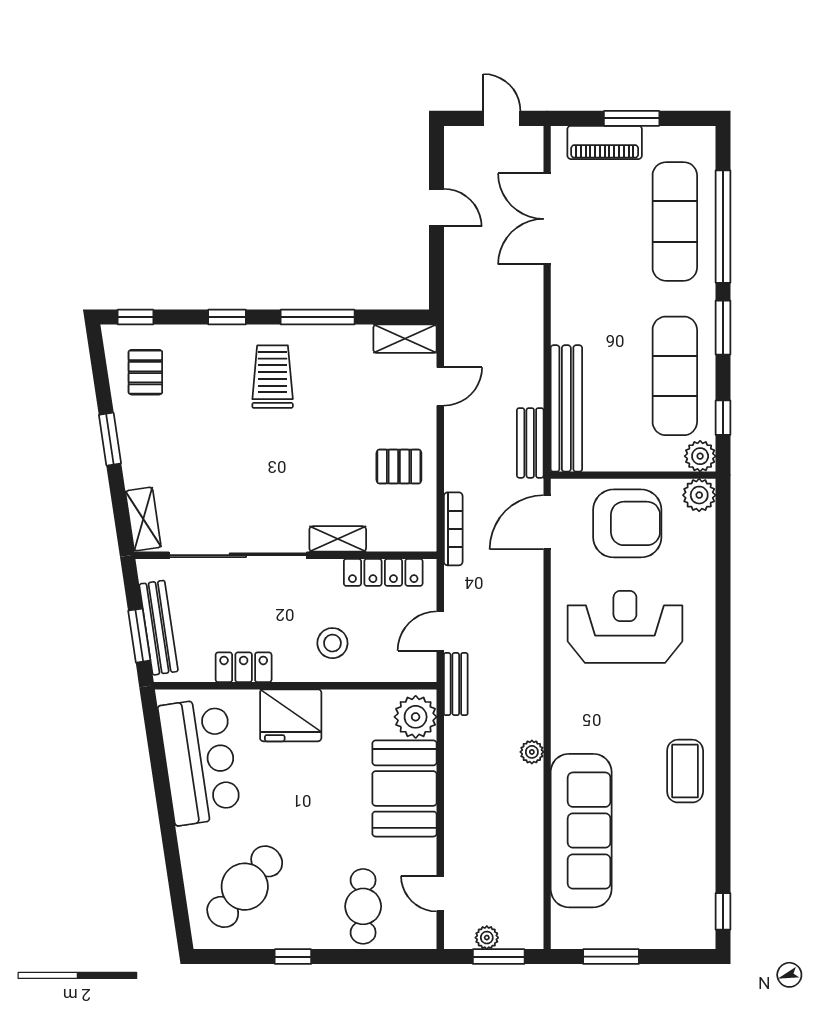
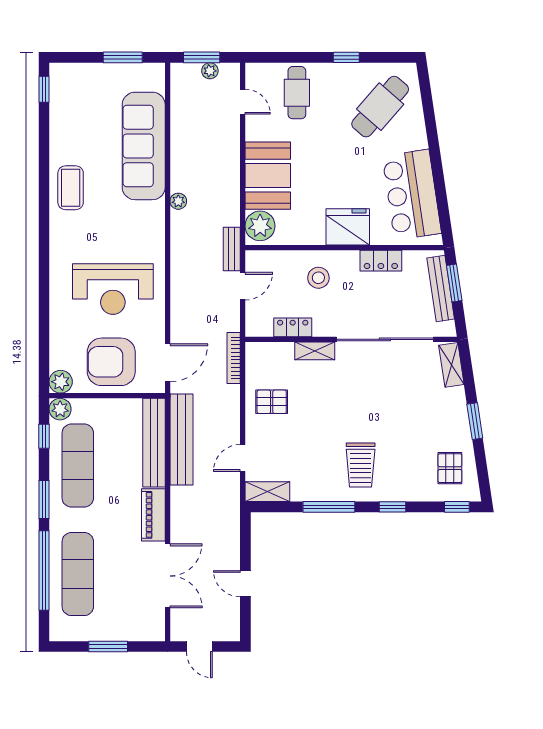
piano: (605, 142) -> (153, 515), moved, turned -90
bench: (530, 443) -> (181, 440), width x1.86, depth x1.21
locker: (383, 572) -> (293, 327), width x0.66

